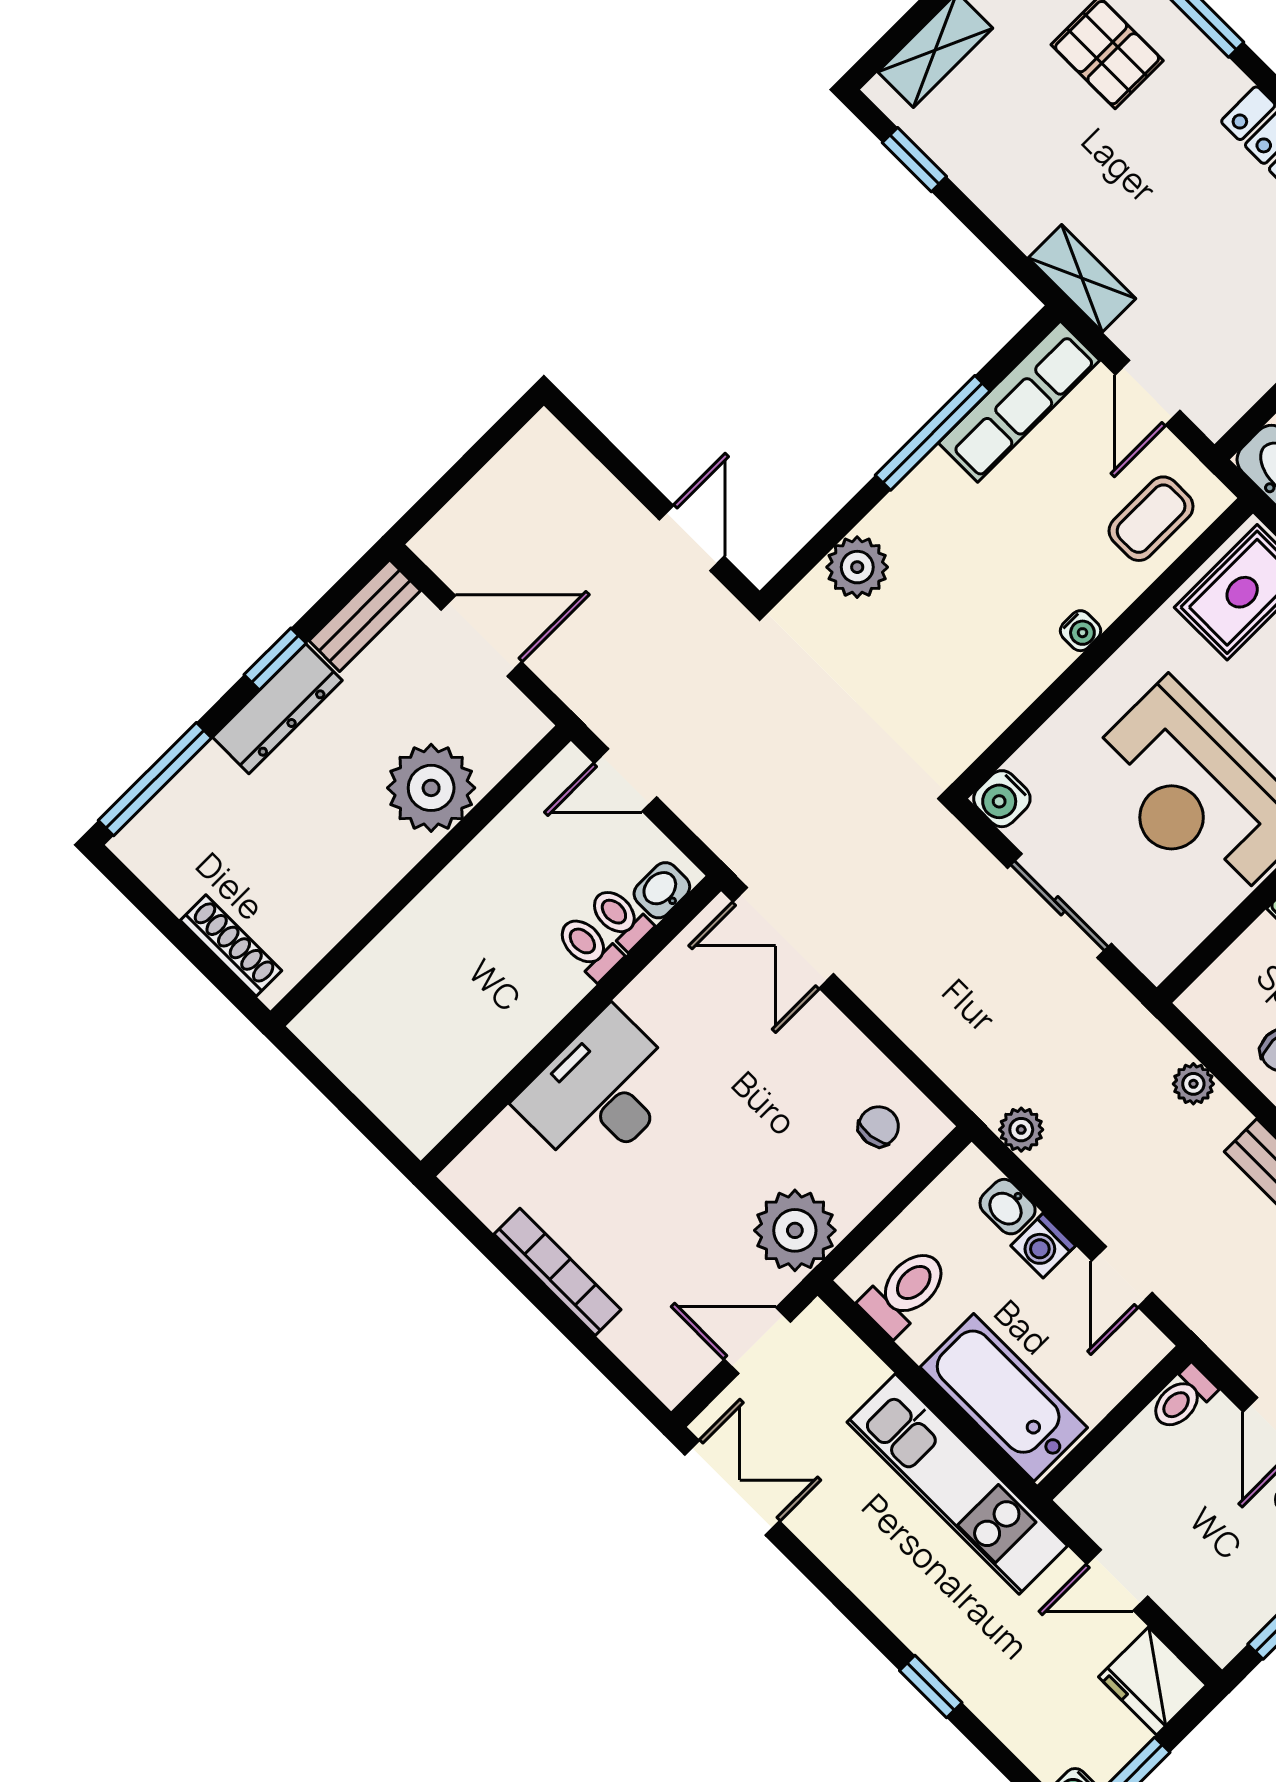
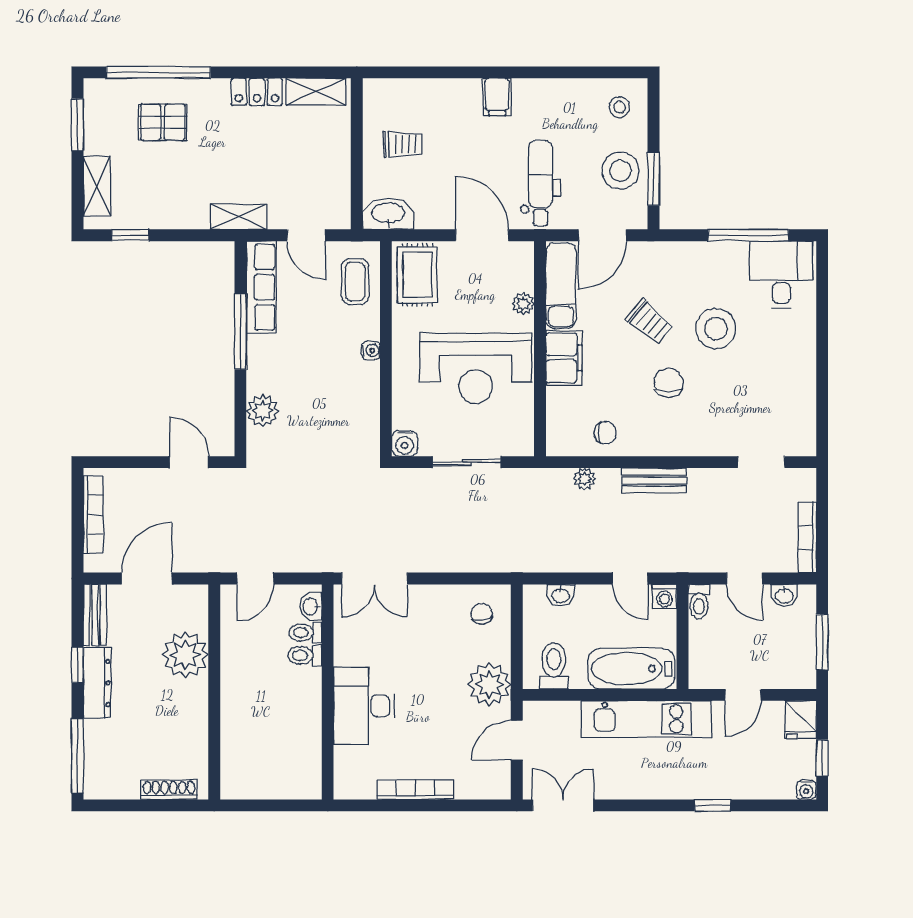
bookcase: (496, 480) -> (93, 514), added
plant: (1021, 1130) -> (537, 561), removed
washing machine: (1043, 1246) -> (664, 597), moved
fridge: (1153, 1681) -> (800, 720), width x0.72

